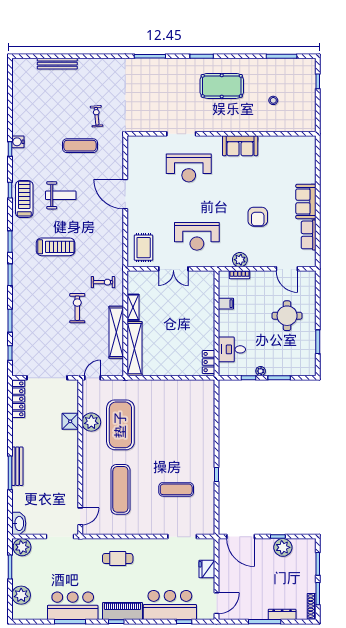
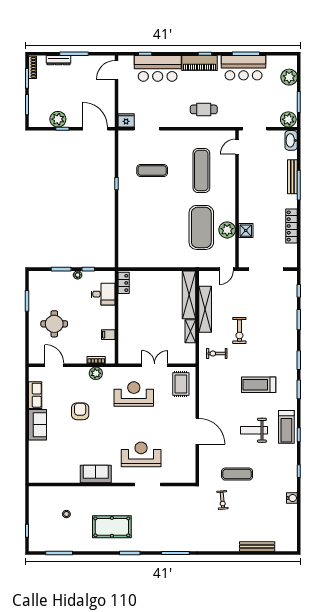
water cooler: (18, 142) -> (292, 498), moved
locker: (18, 399) -> (292, 226), moved
bench: (17, 466) -> (292, 177), moved
fridge: (207, 569) -> (126, 120), moved, turned -90

